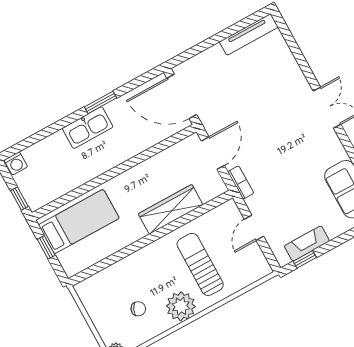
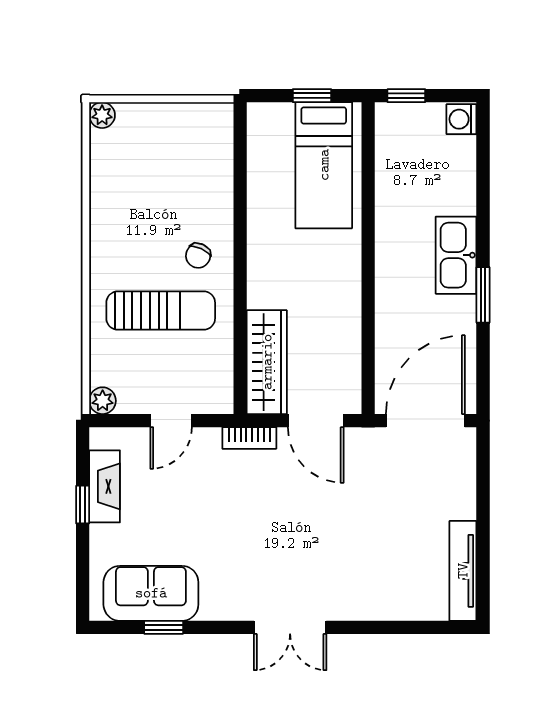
wardrobe: (171, 209) -> (267, 362), moved
door: (254, 228) -> (171, 421), swing flipped
window: (305, 259) -> (83, 505), moved
plant: (181, 306) -> (103, 401), moved, width x0.53, depth x0.53
chair: (138, 309) -> (198, 256), moved

